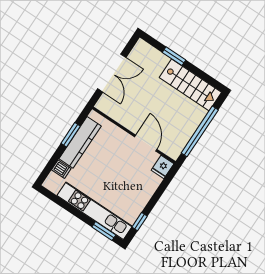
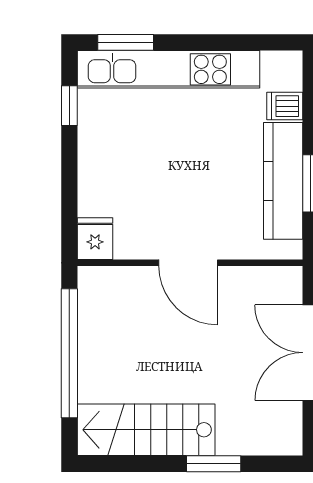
door: (146, 143) -> (188, 263), moved

